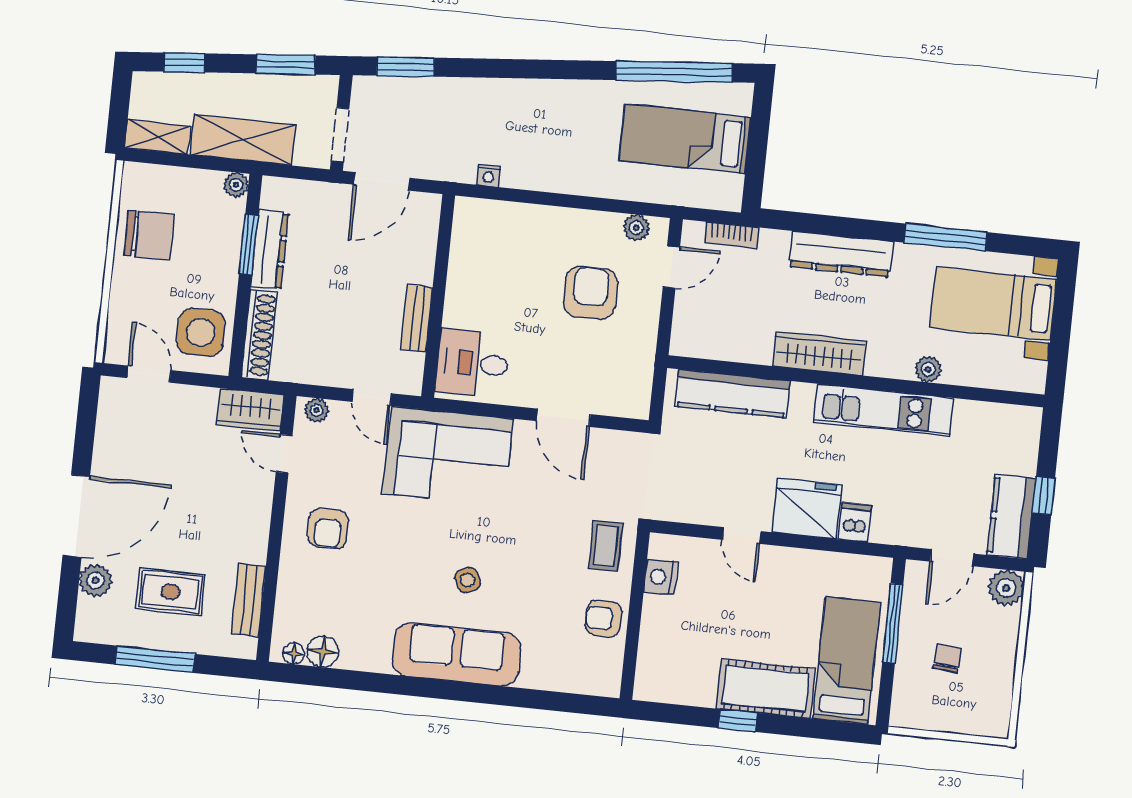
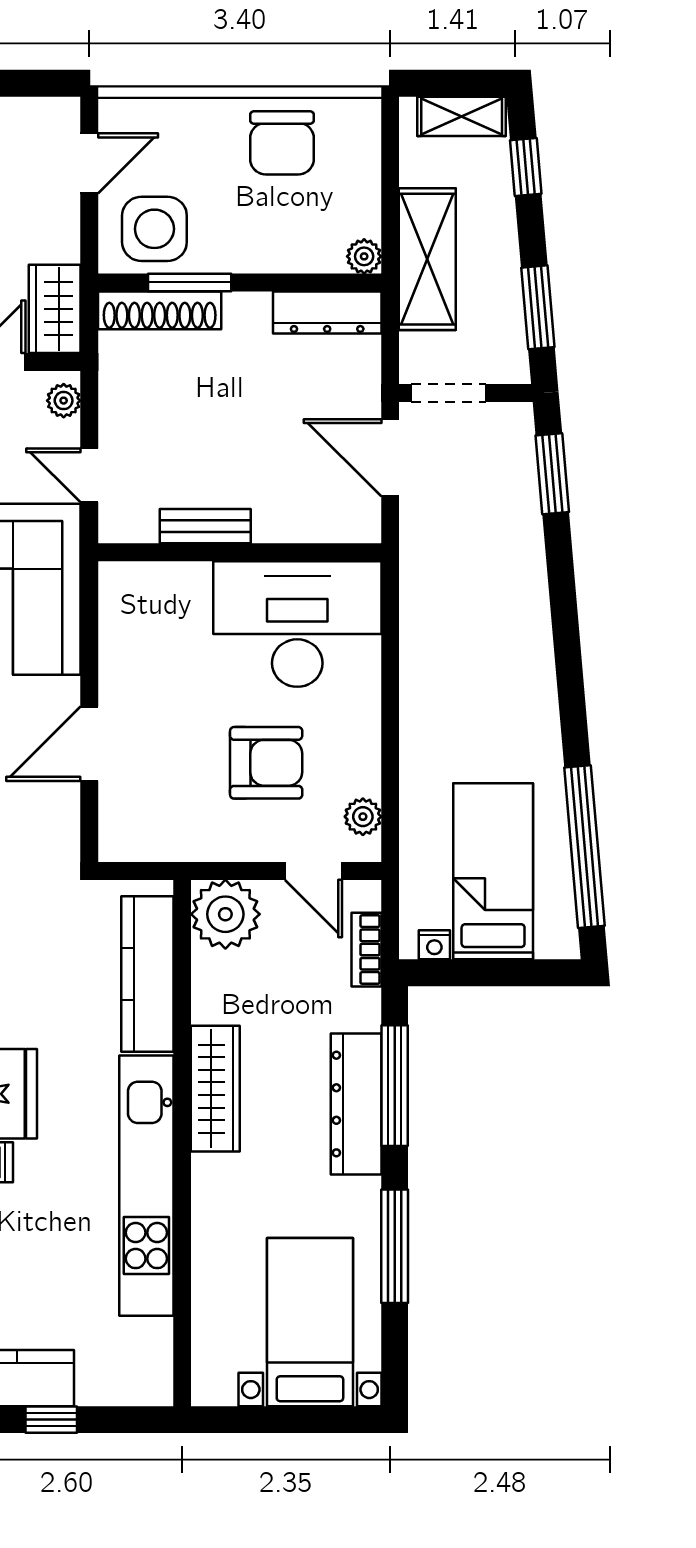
shelving: (157, 137) -> (462, 116), moved, turned 90
nightstand: (488, 176) -> (434, 945), moved, turned -90
window: (831, 225) -> (395, 1086), added
window: (249, 245) -> (190, 282), moved
dresser: (270, 250) -> (327, 312), moved
desk: (472, 363) -> (297, 624), moved, width x1.87, depth x1.30
plant: (928, 369) -> (225, 914), moved, width x1.87, depth x1.87
door: (372, 398) -> (89, 475), hinge flipped
kitchen unit: (884, 410) -> (146, 1186), width x1.36

